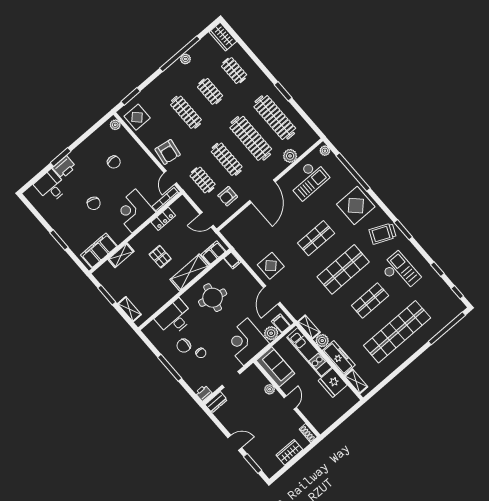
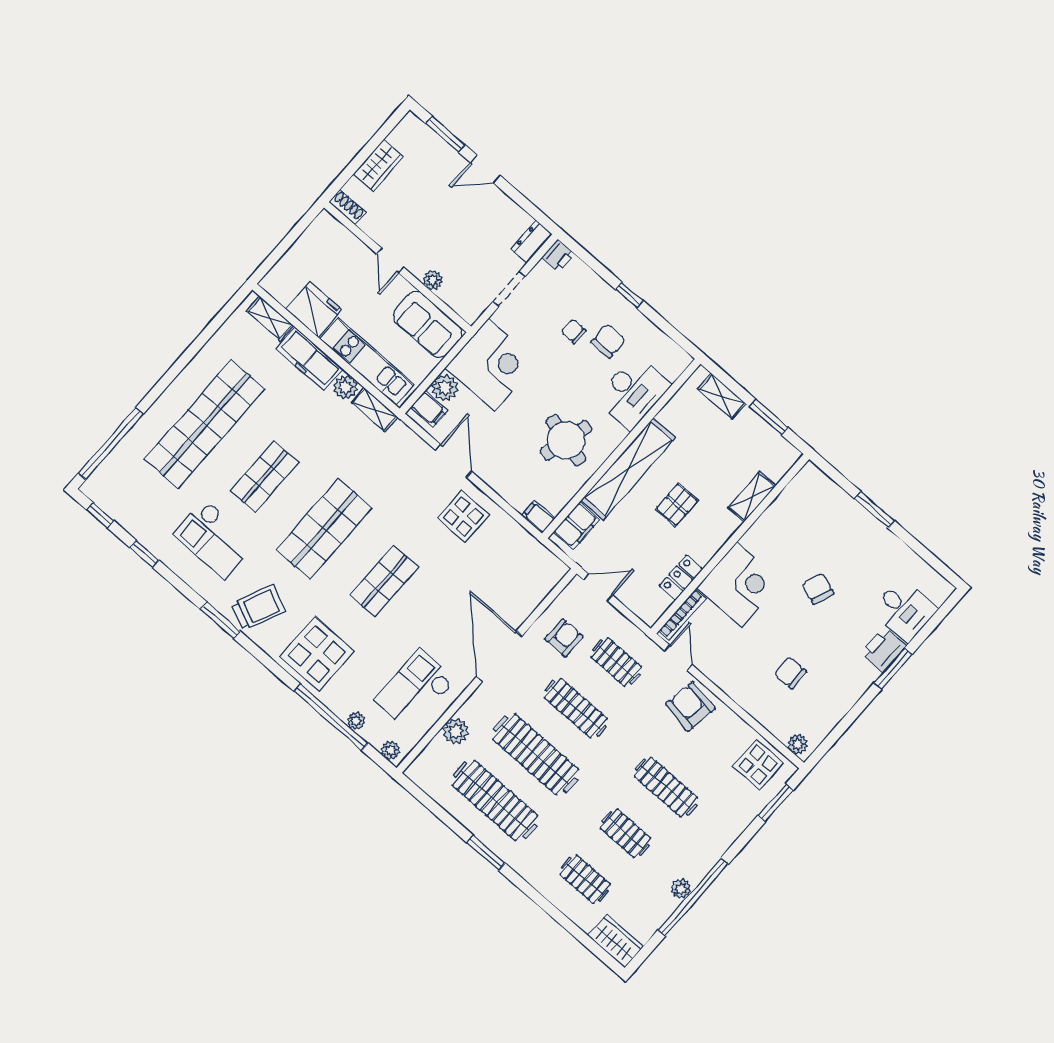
plant: (341, 168) -> (356, 721), added
filing cabinet: (99, 251) -> (796, 500), removed
pallet: (160, 257) -> (677, 505), turned 90
shelving: (190, 273) -> (628, 469), width x1.47
window: (170, 368) -> (629, 295), width x0.46

